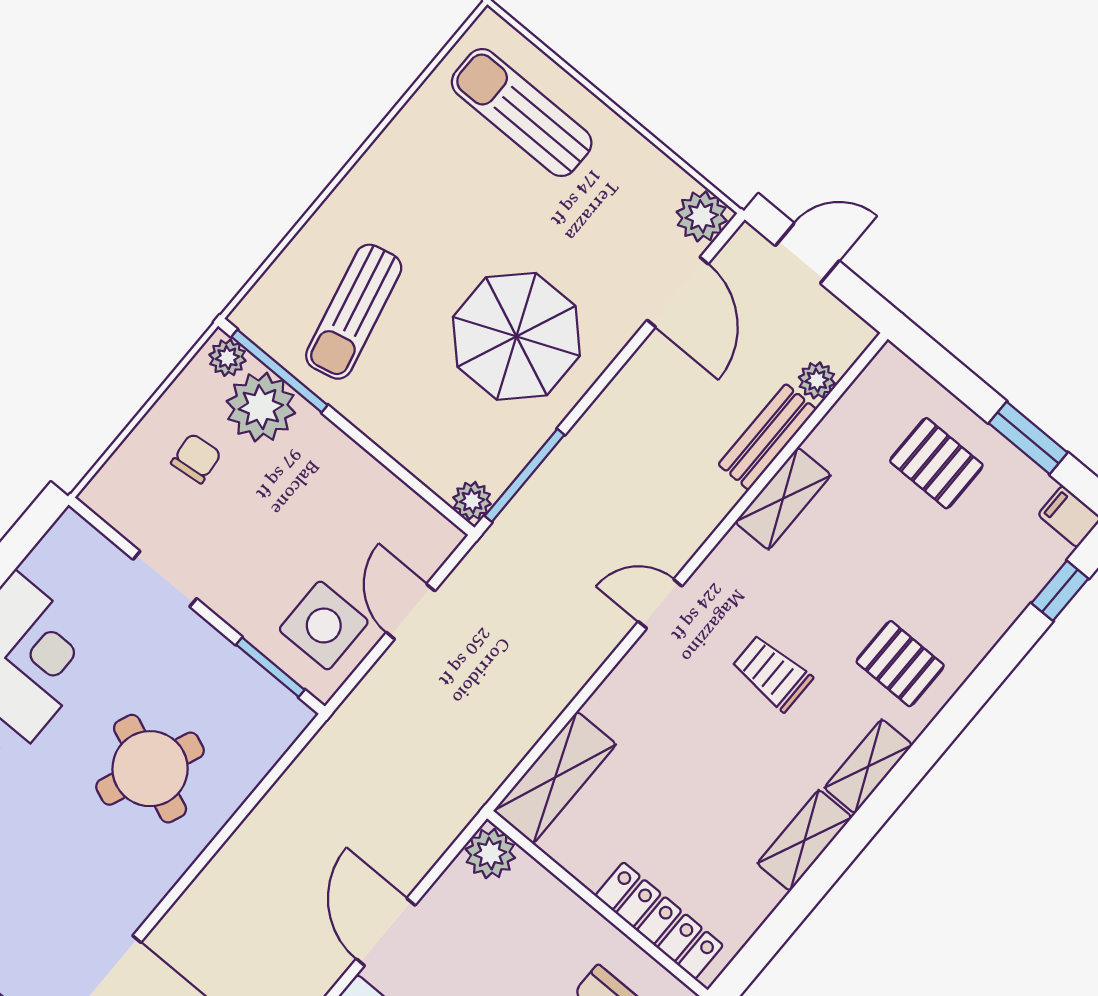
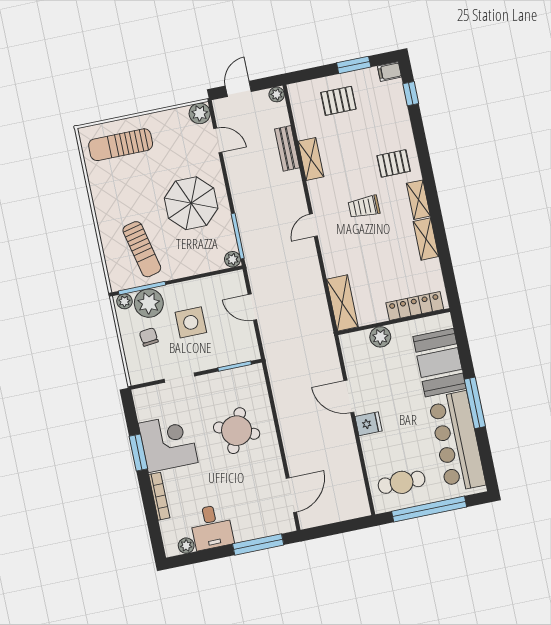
door: (678, 292) -> (218, 140), width x0.73
plant: (817, 380) -> (277, 94), moved
side table: (324, 625) -> (191, 322), moved
plant: (490, 854) -> (380, 337), moved

